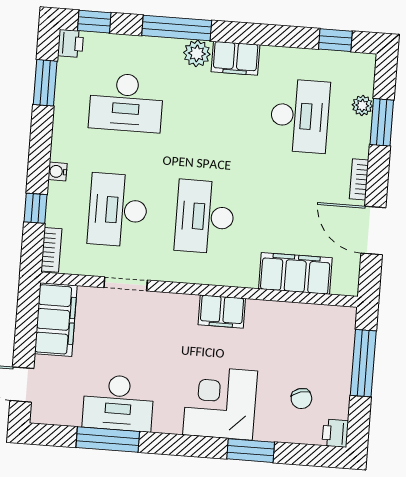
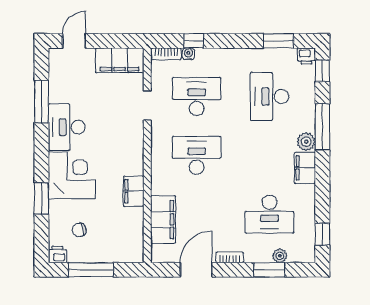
water cooler: (58, 171) -> (189, 54), moved
filing cabinet: (222, 312) -> (134, 191), moved
window: (363, 363) -> (91, 270), moved
desk: (118, 403) -> (67, 127), moved

